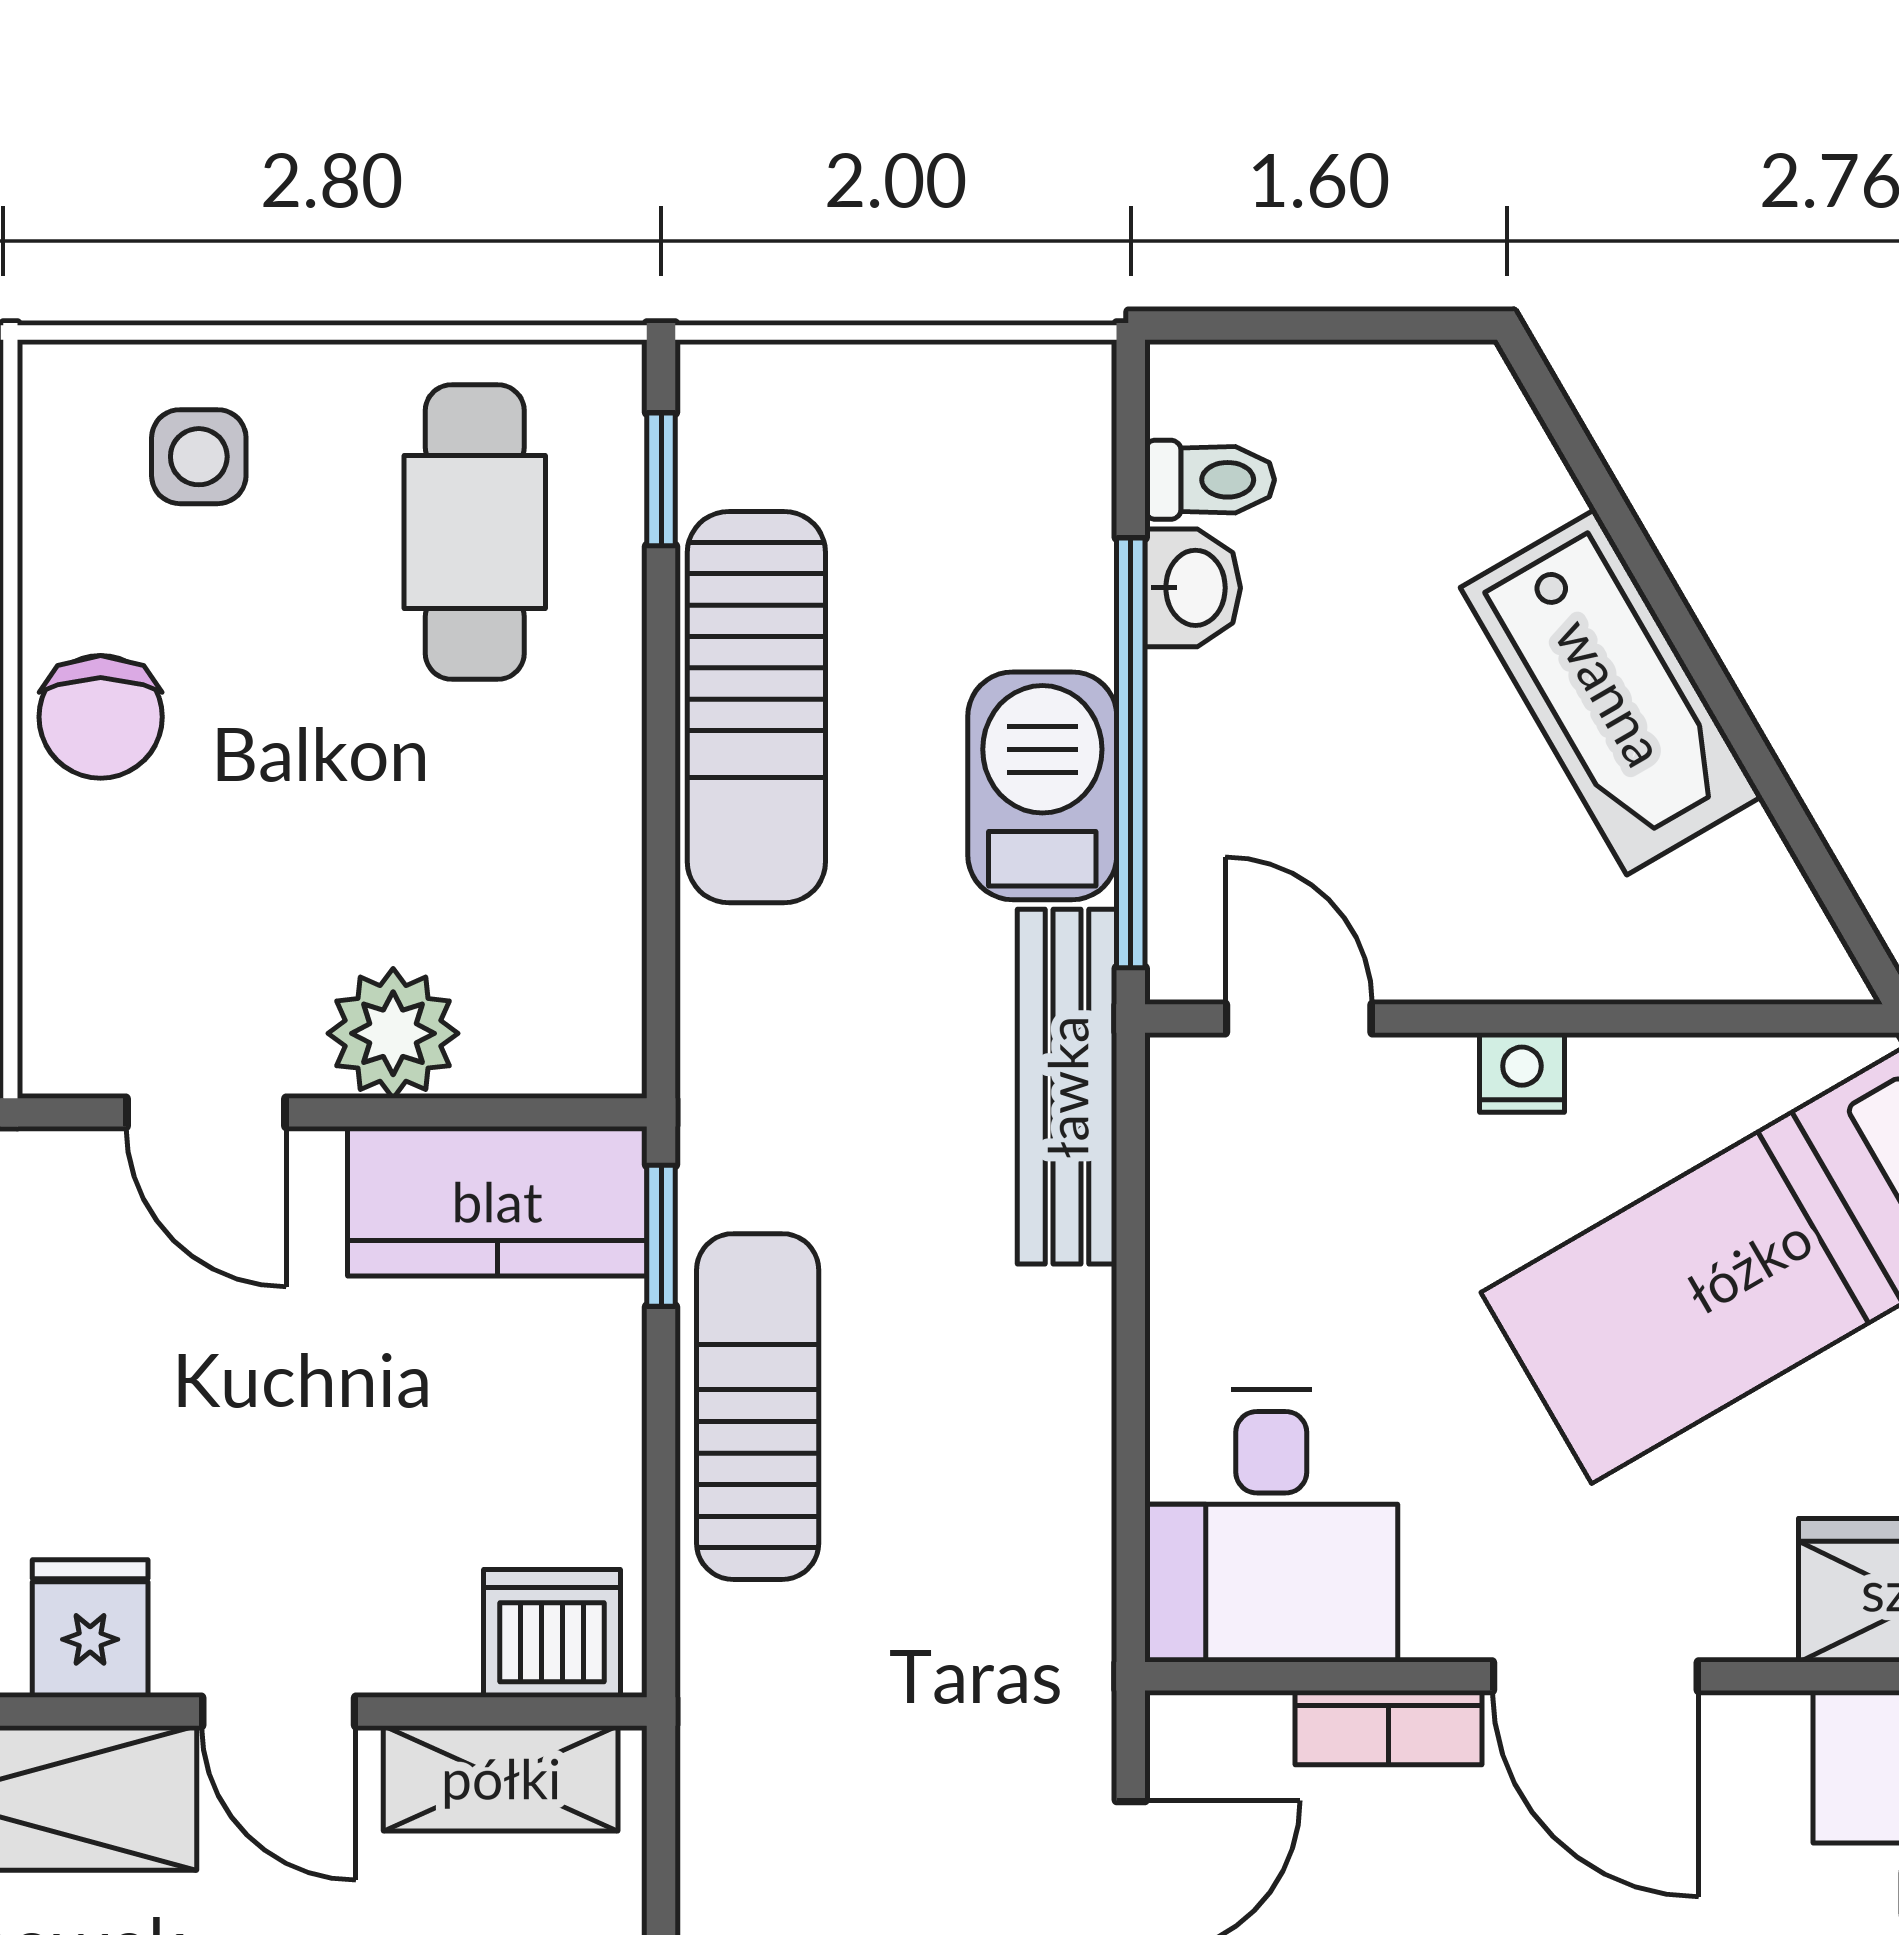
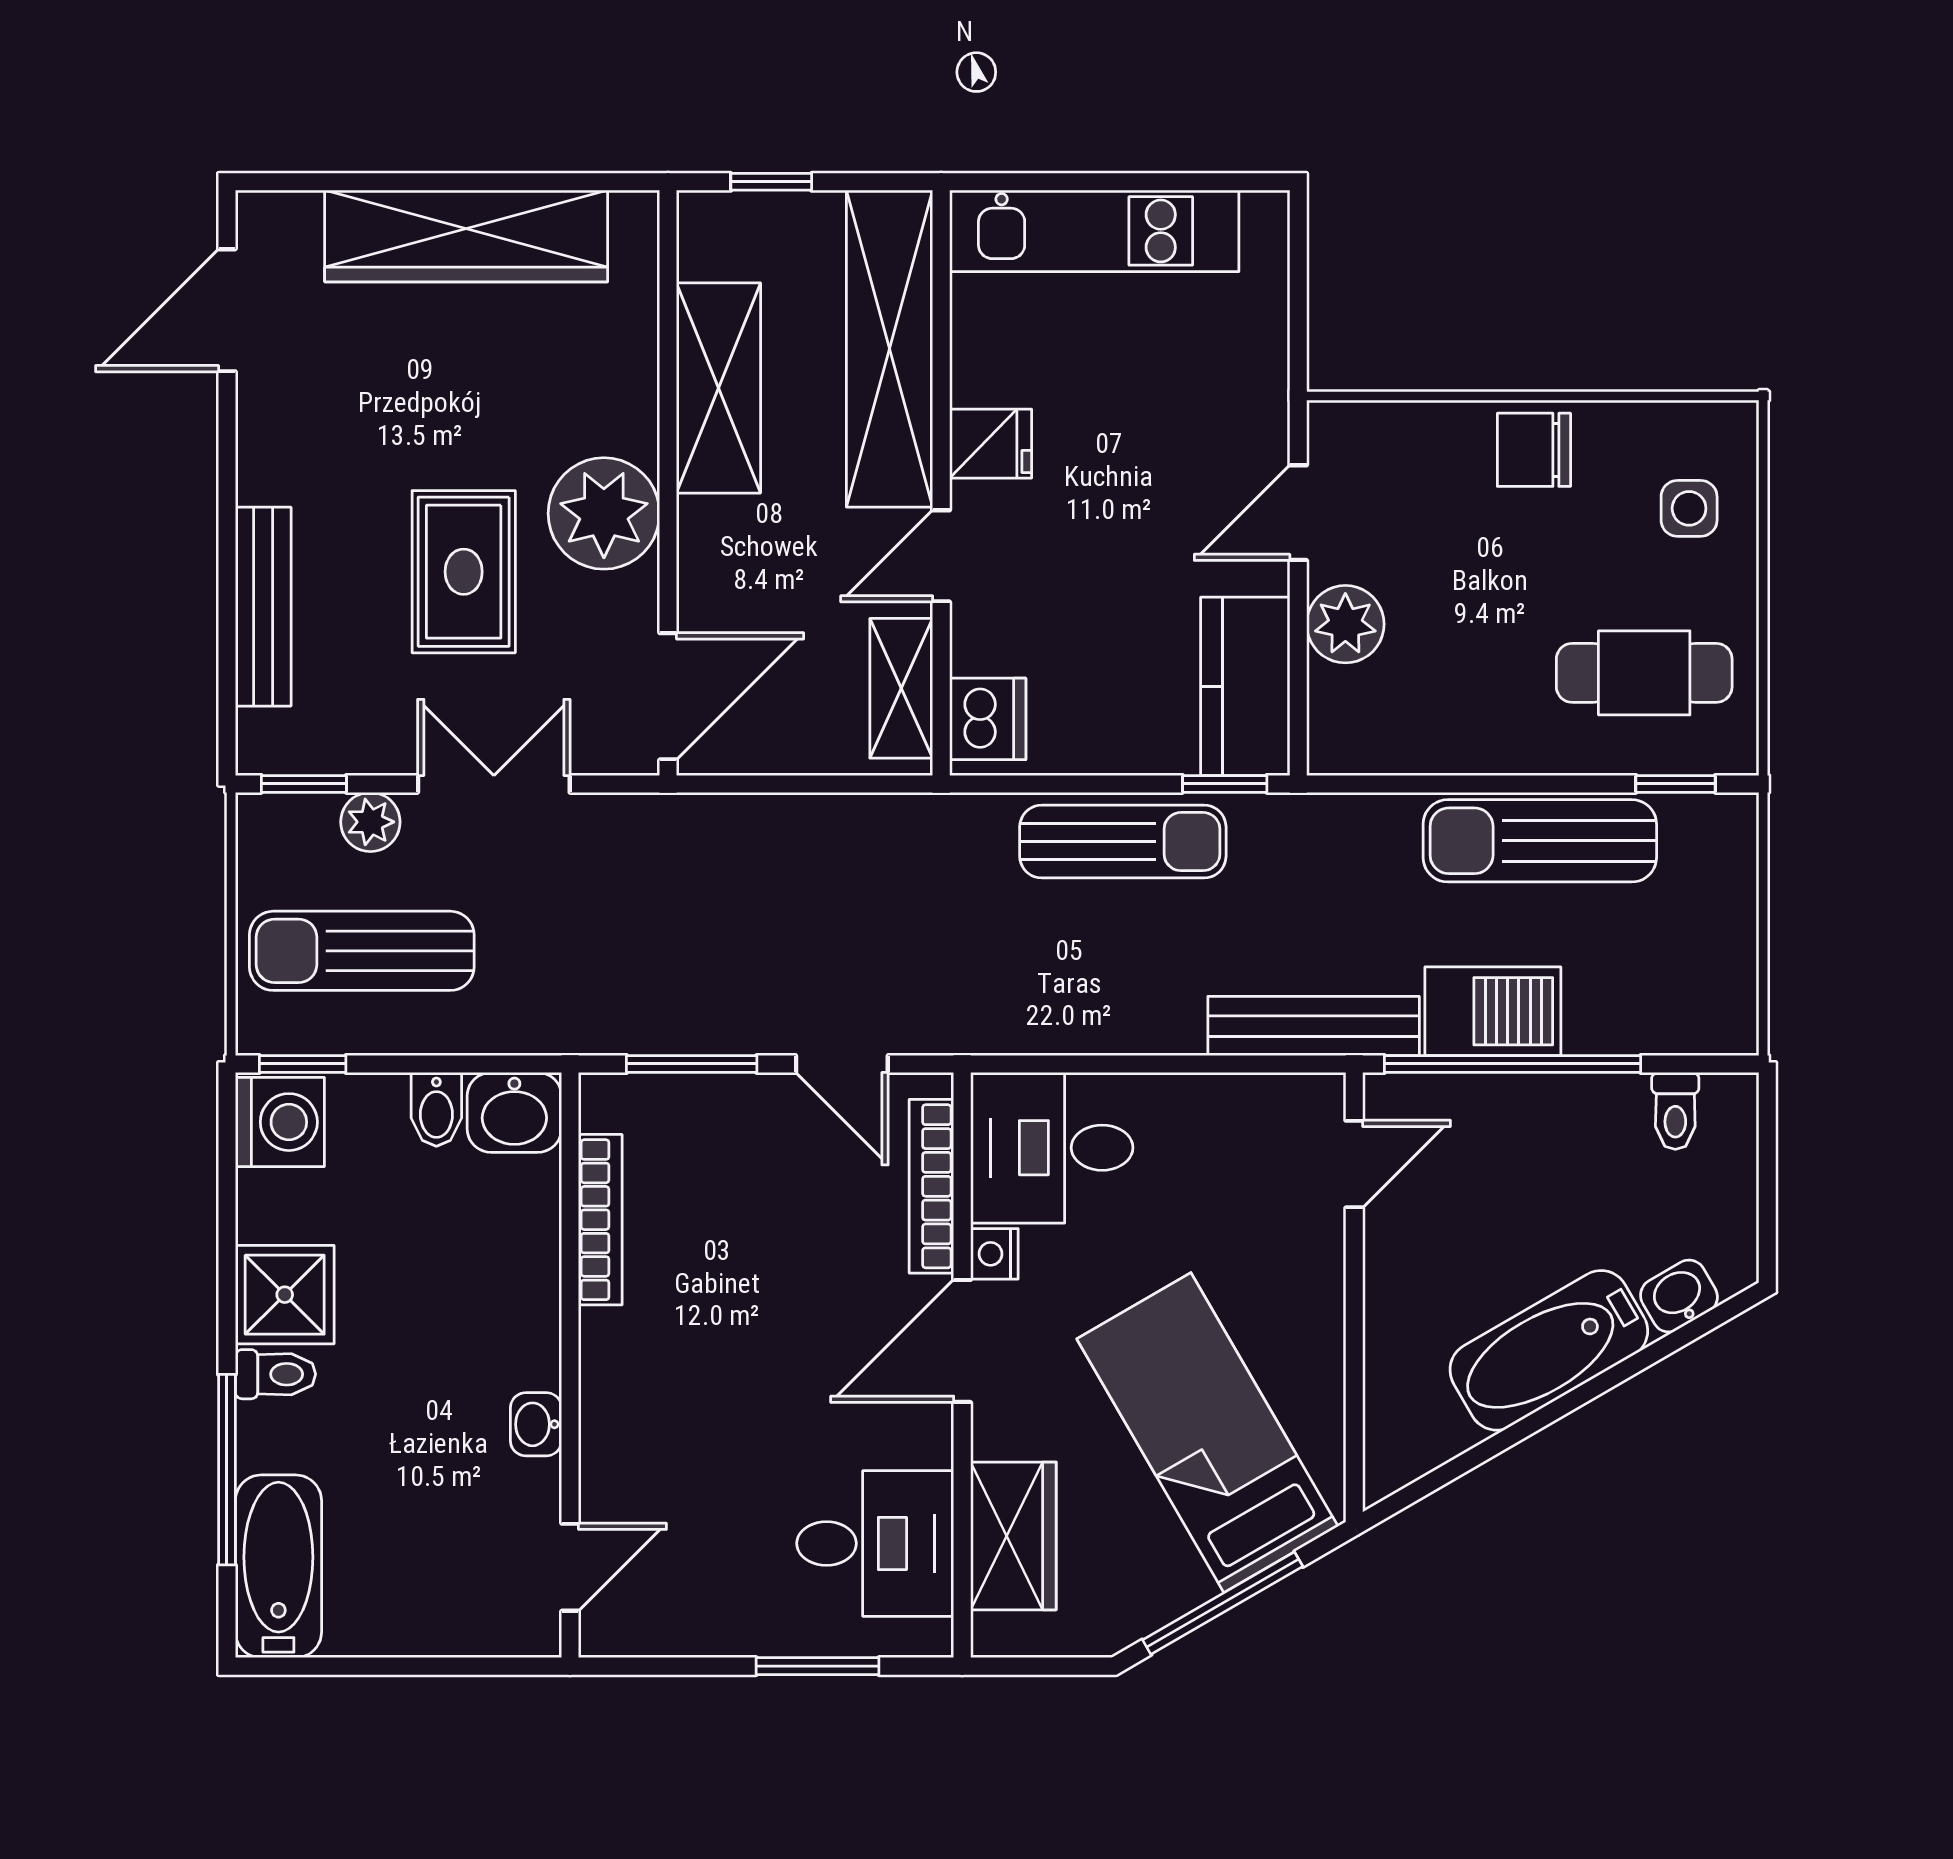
washbasin: (1193, 588) -> (1679, 1296), moved, turned 150
nightstand: (1522, 1072) -> (994, 1254), moved, turned 180
bookcase: (1388, 1728) -> (931, 1186), width x1.56

